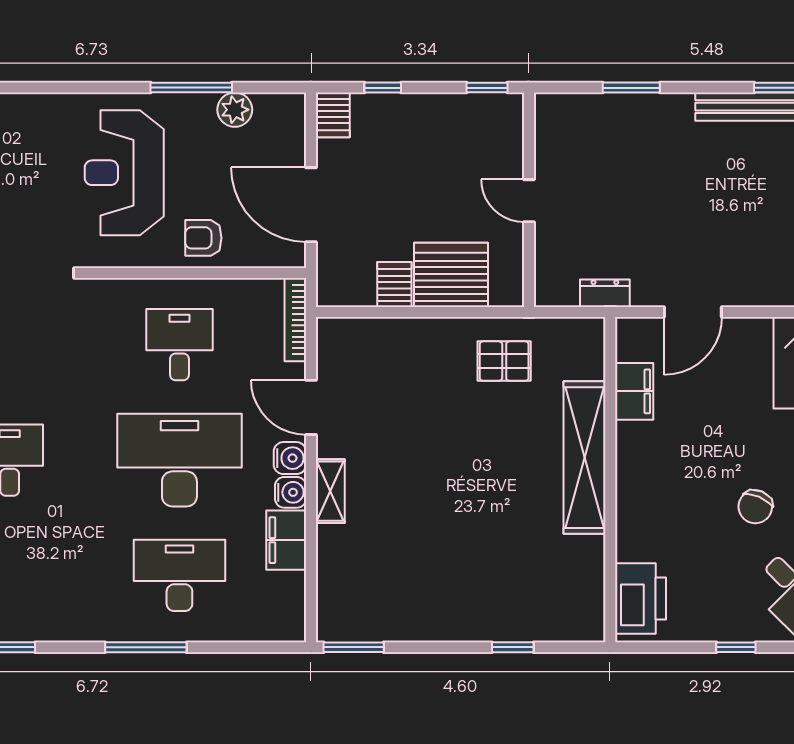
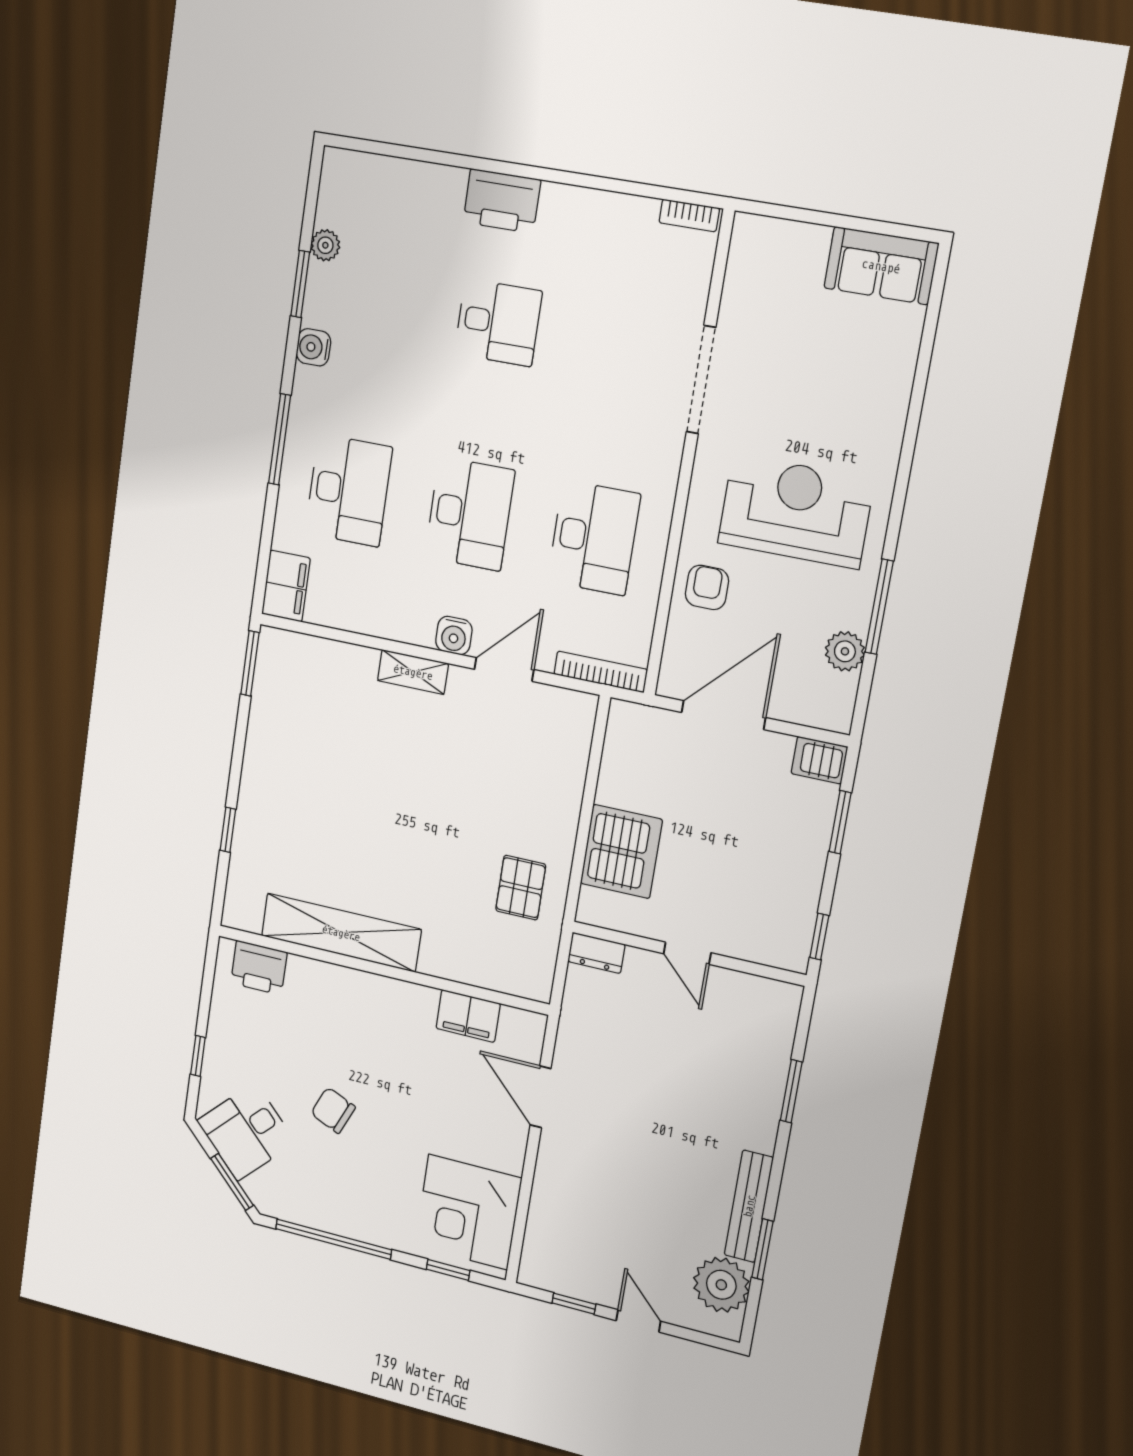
window: (383, 88) -> (840, 822), width x1.50
door: (529, 201) -> (687, 953), swing flipped
server rack: (394, 285) -> (621, 788), removed
dresser: (605, 293) -> (596, 953), moved, turned 90
desk: (179, 345) -> (594, 538), width x1.37
shelving: (585, 458) -> (341, 933), moved
desk: (179, 460) -> (470, 514), width x0.73, depth x0.77
water cooler: (291, 492) -> (313, 347), moved, turned 90
filing cabinet: (286, 540) -> (286, 586), moved, turned 90
printer: (640, 599) -> (259, 968), width x0.73, depth x0.84

